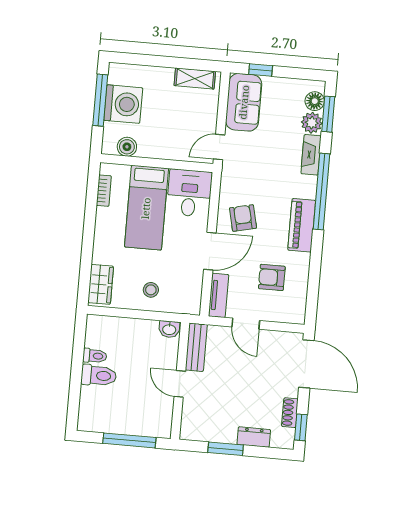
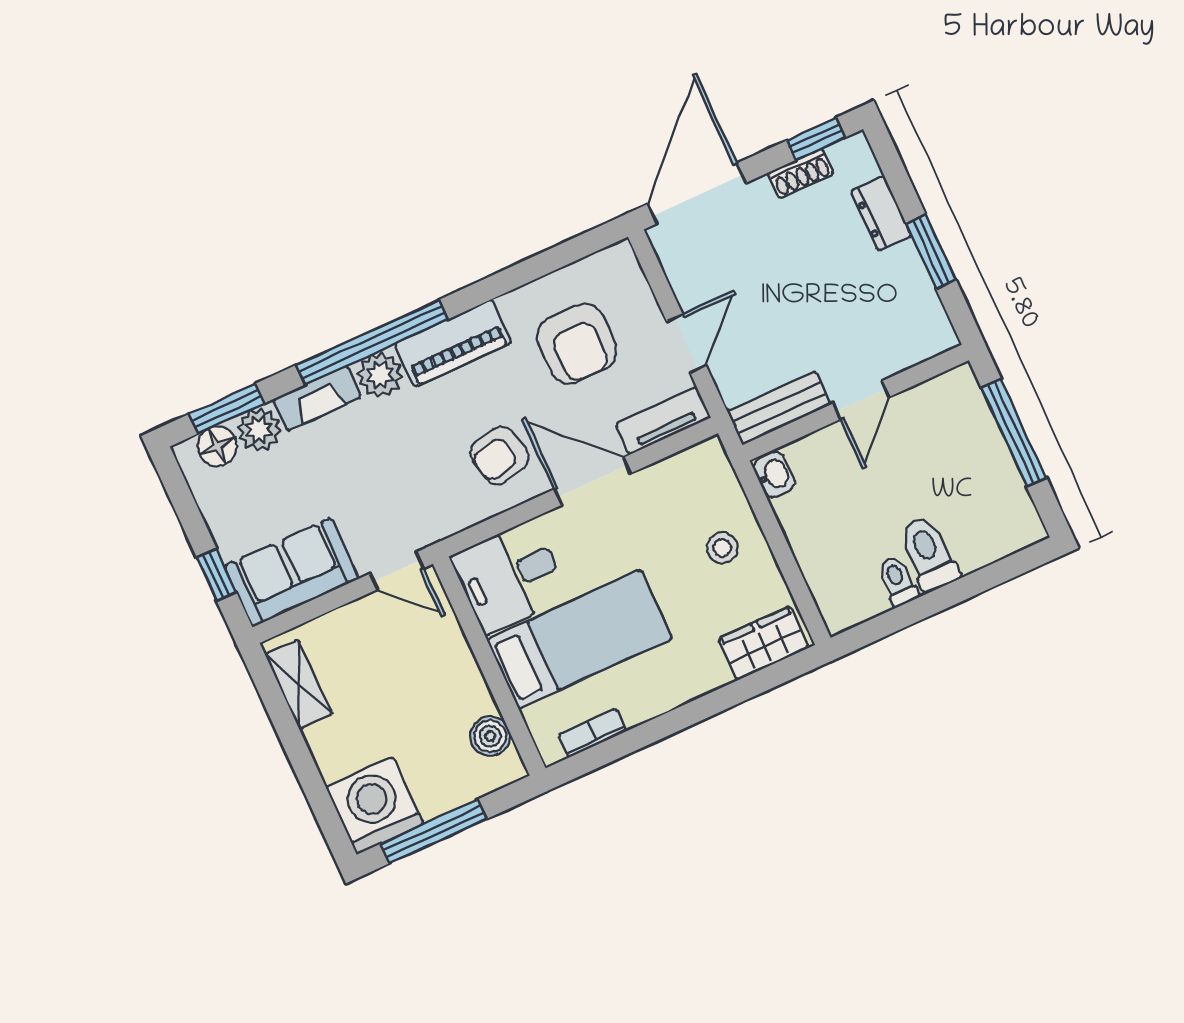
washing machine: (123, 104) -> (375, 806), moved
plant: (306, 187) -> (380, 375), added
armchair: (272, 277) -> (577, 344), width x1.38, depth x1.38

